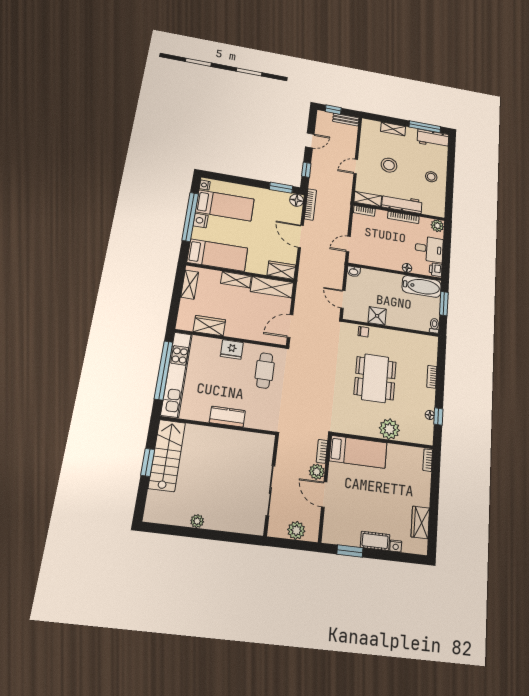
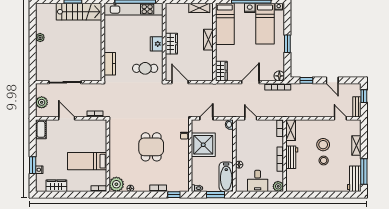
door: (356, 167) -> (340, 118), moved
stool: (431, 177) -> (324, 160), moved
window: (281, 188) -> (287, 44), moved
workbench: (402, 204) -> (292, 157), width x0.73
printer: (436, 270) -> (242, 187), removed
shelving: (272, 287) -> (207, 66), removed
shower: (377, 316) -> (203, 145), width x1.86, depth x1.86
wardrobe: (209, 326) -> (171, 44), moved
dining table: (375, 378) -> (151, 147), width x0.73
window: (438, 416) -> (174, 195), moved
kitchen counter: (227, 417) -> (110, 64), moved
plant: (389, 429) -> (116, 184), moved
bed: (358, 452) -> (87, 161), moved, turned 90
plant: (317, 472) -> (81, 112), removed
door: (324, 494) -> (67, 118), hinge flipped
cot: (375, 541) -> (41, 129), moved
window: (350, 551) -> (33, 165), moved

